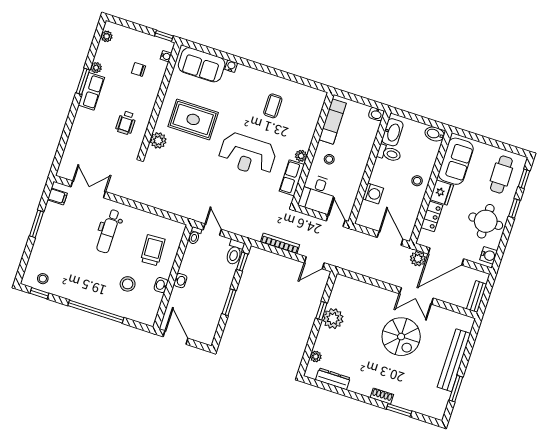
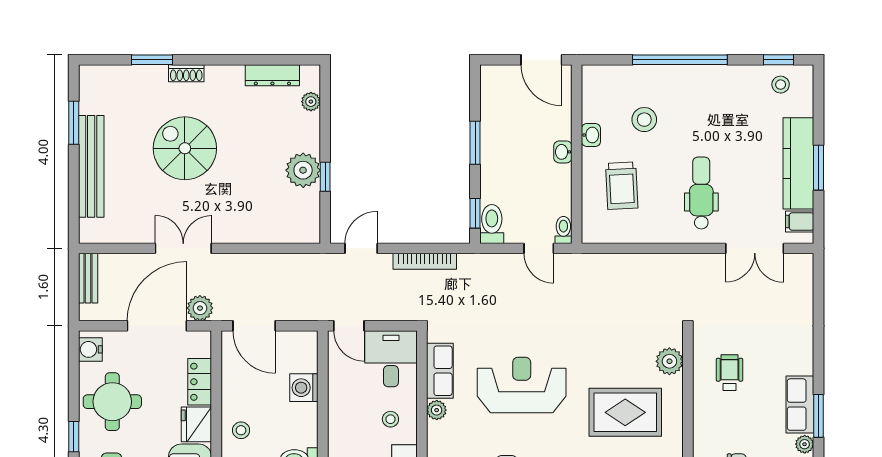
kitchen counter: (47, 230) -> (798, 163), added
spiral stairs: (401, 337) -> (185, 148), moved

